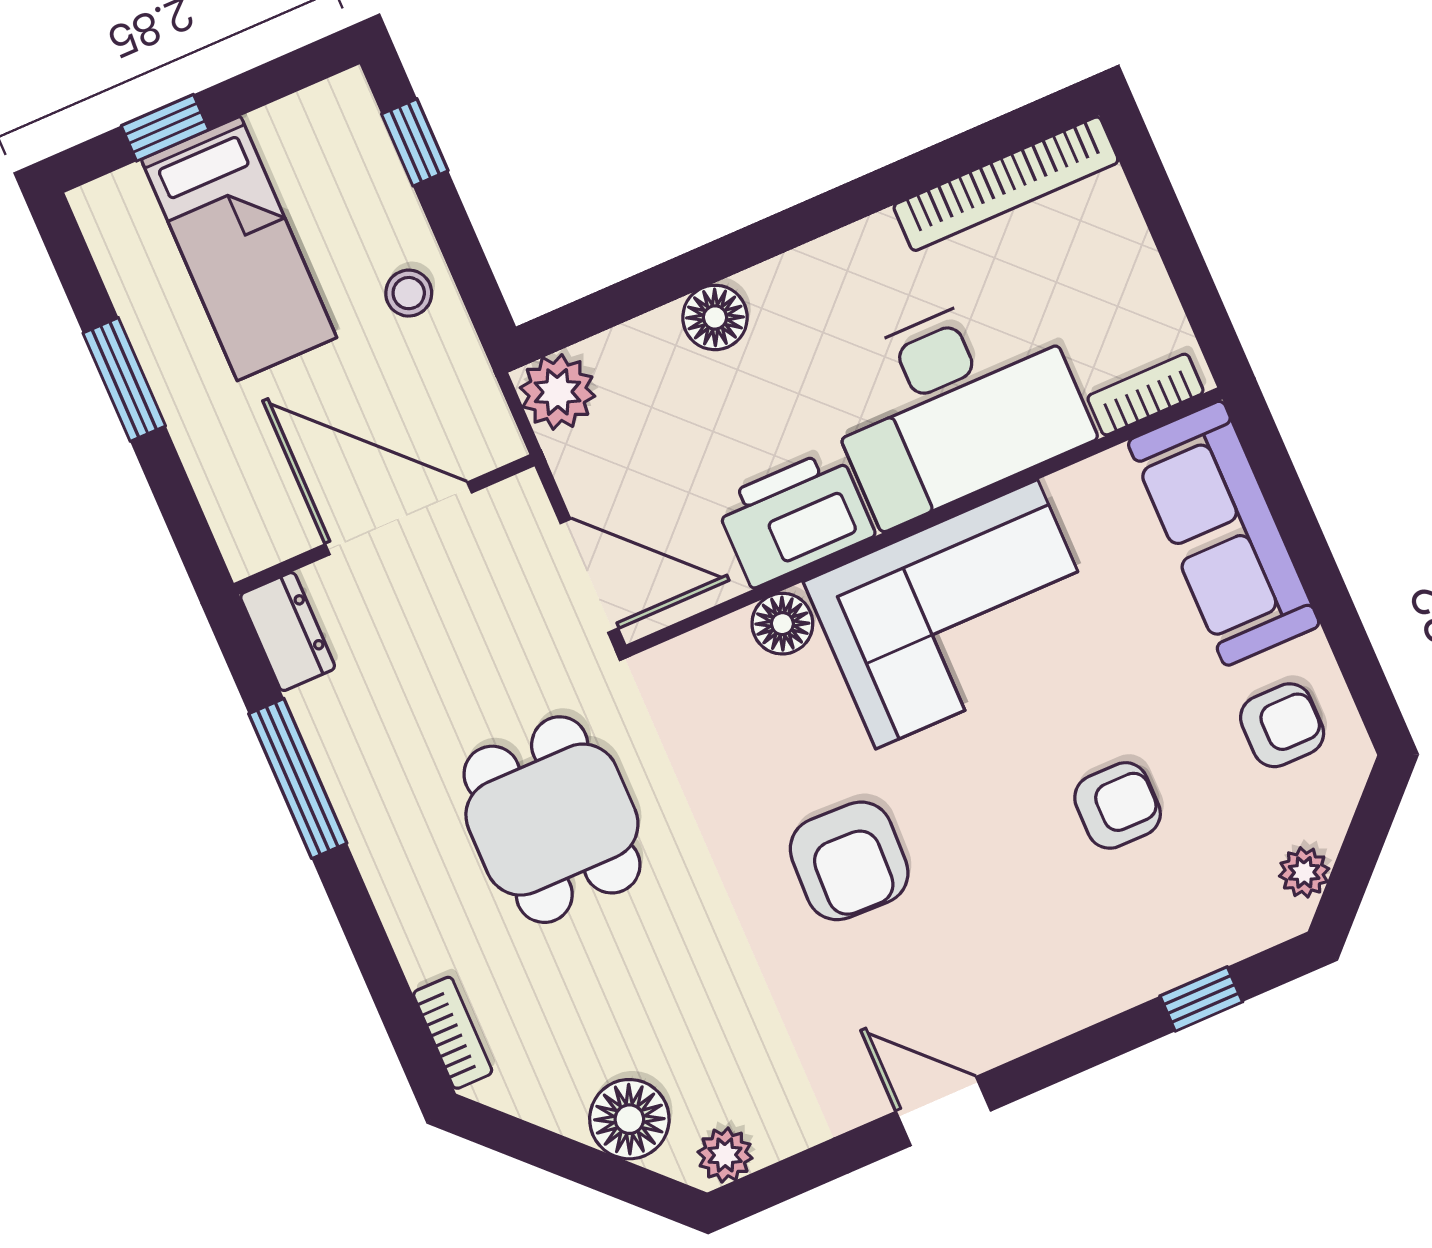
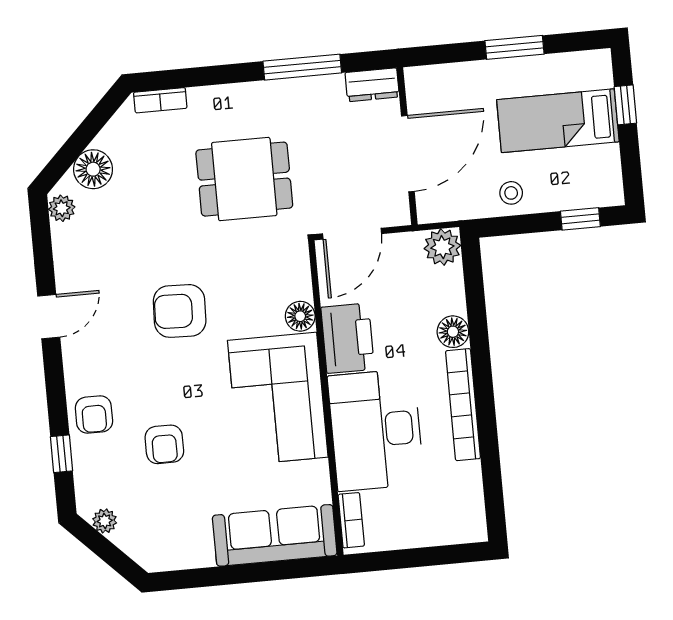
bookcase: (1006, 184) -> (463, 405), moved
armchair: (1282, 725) -> (94, 415), moved

